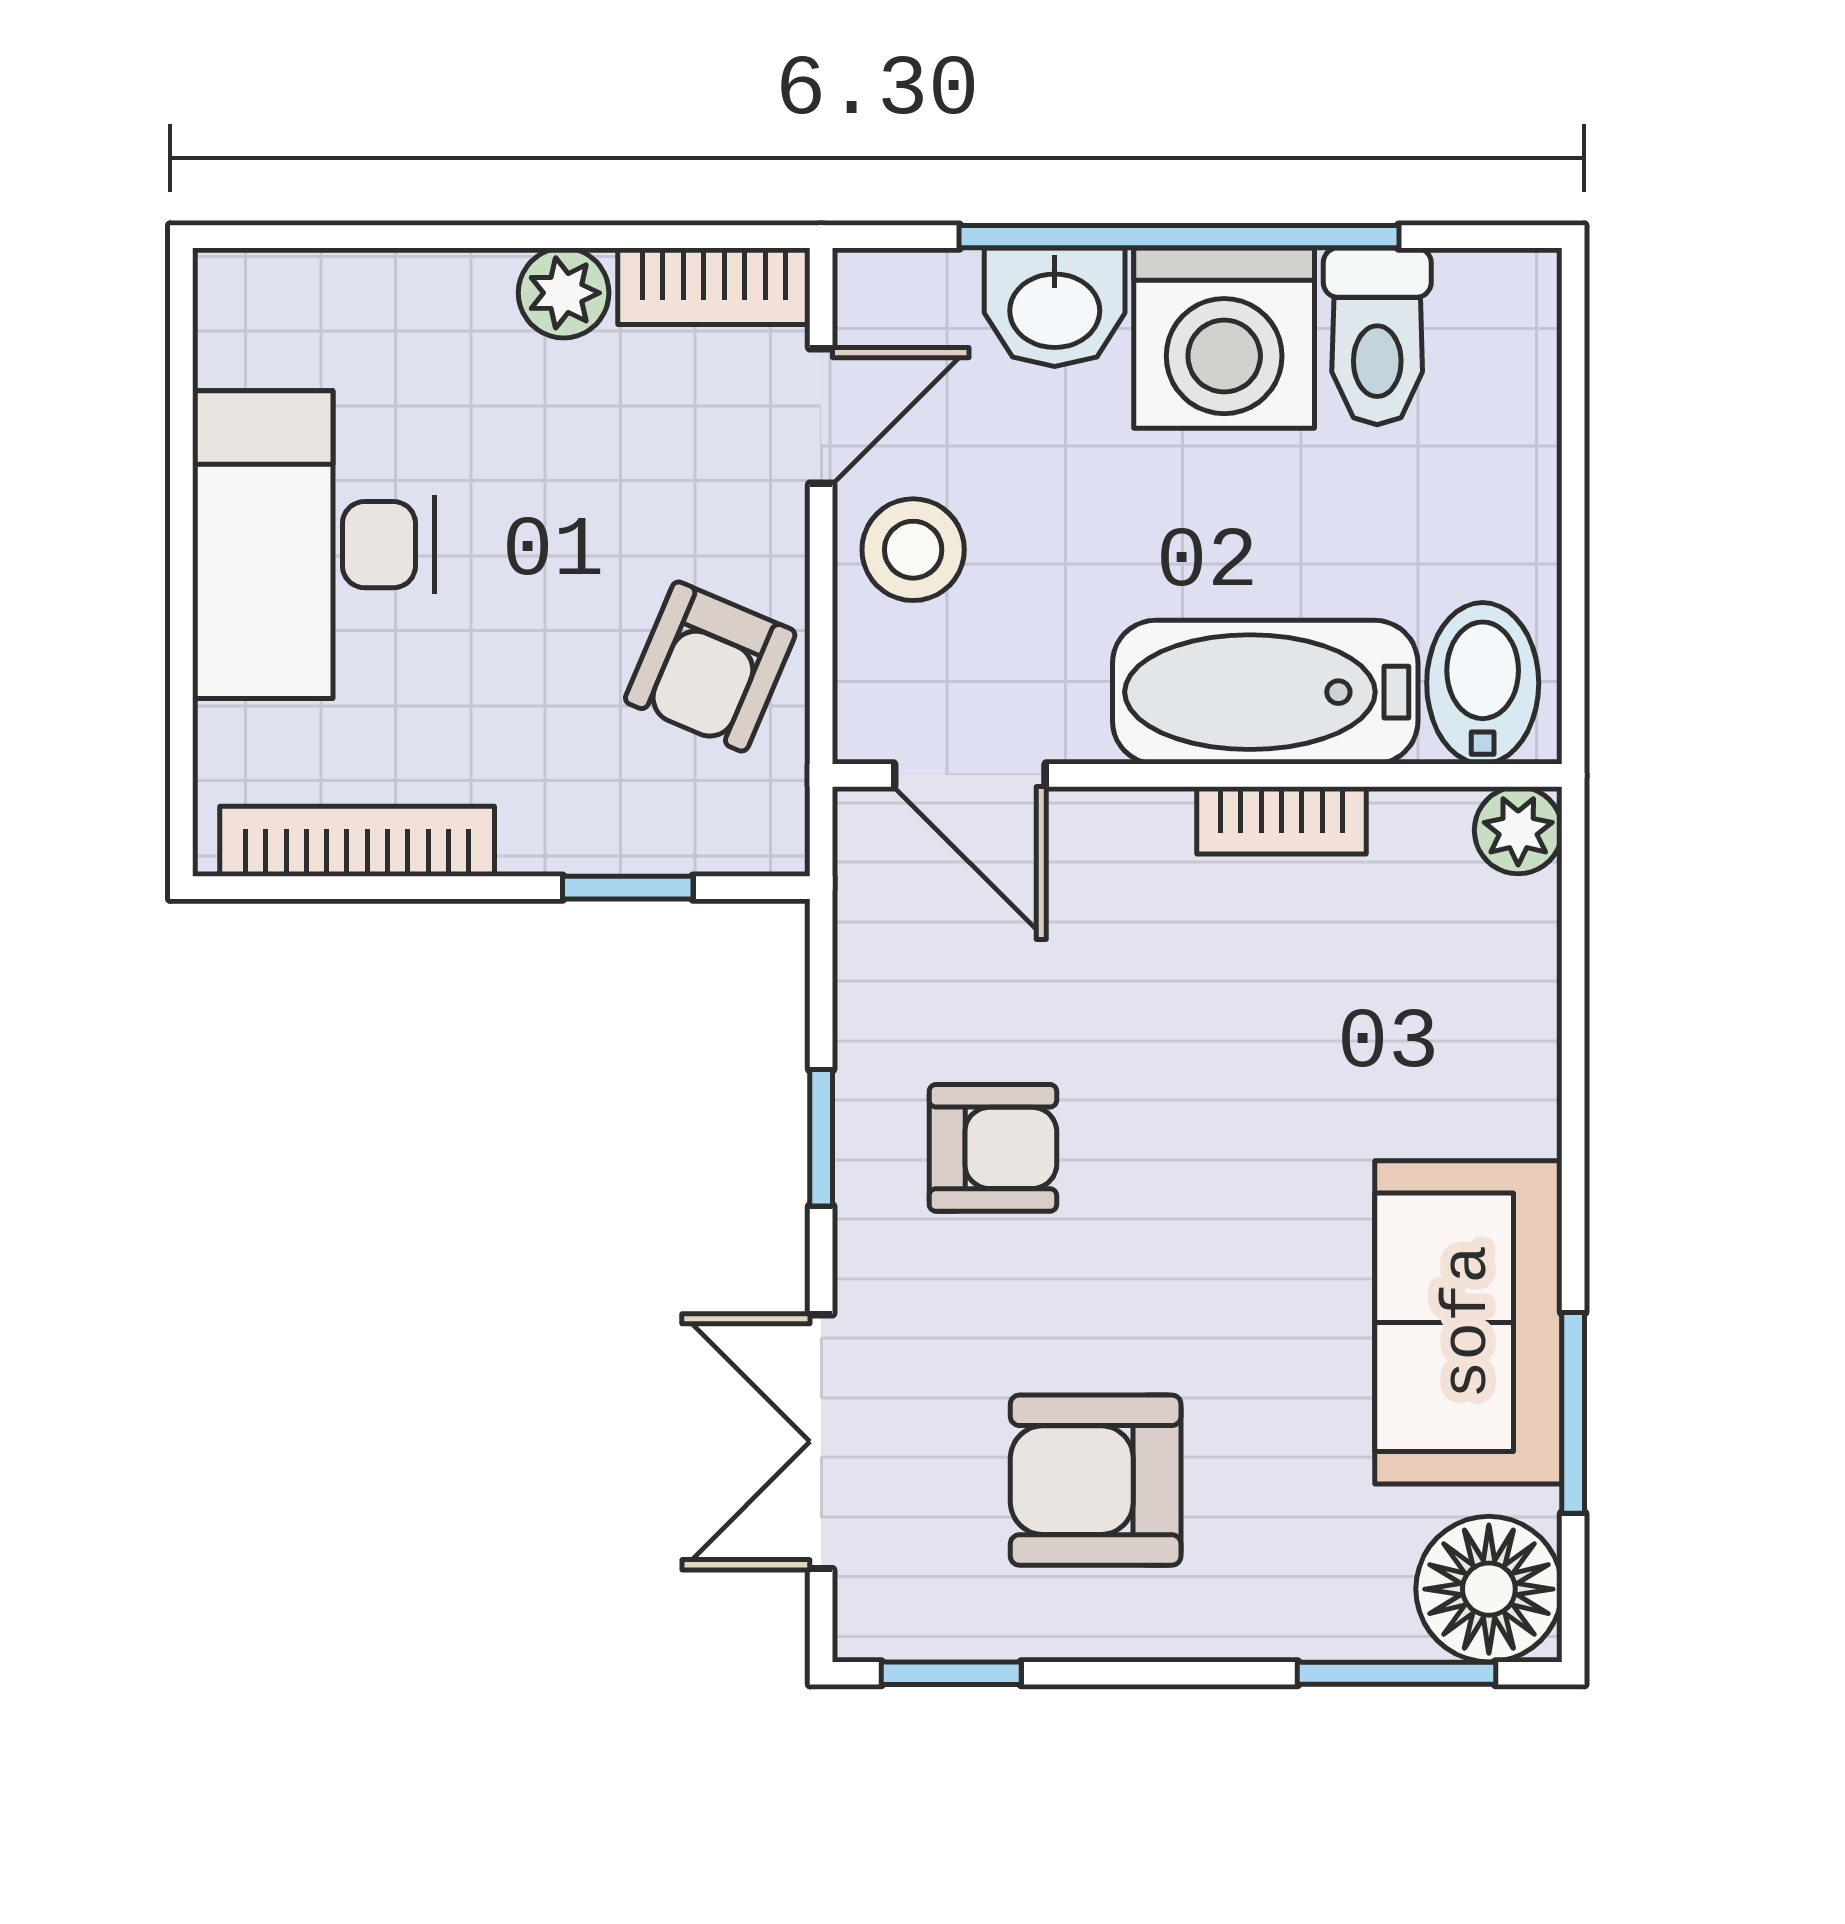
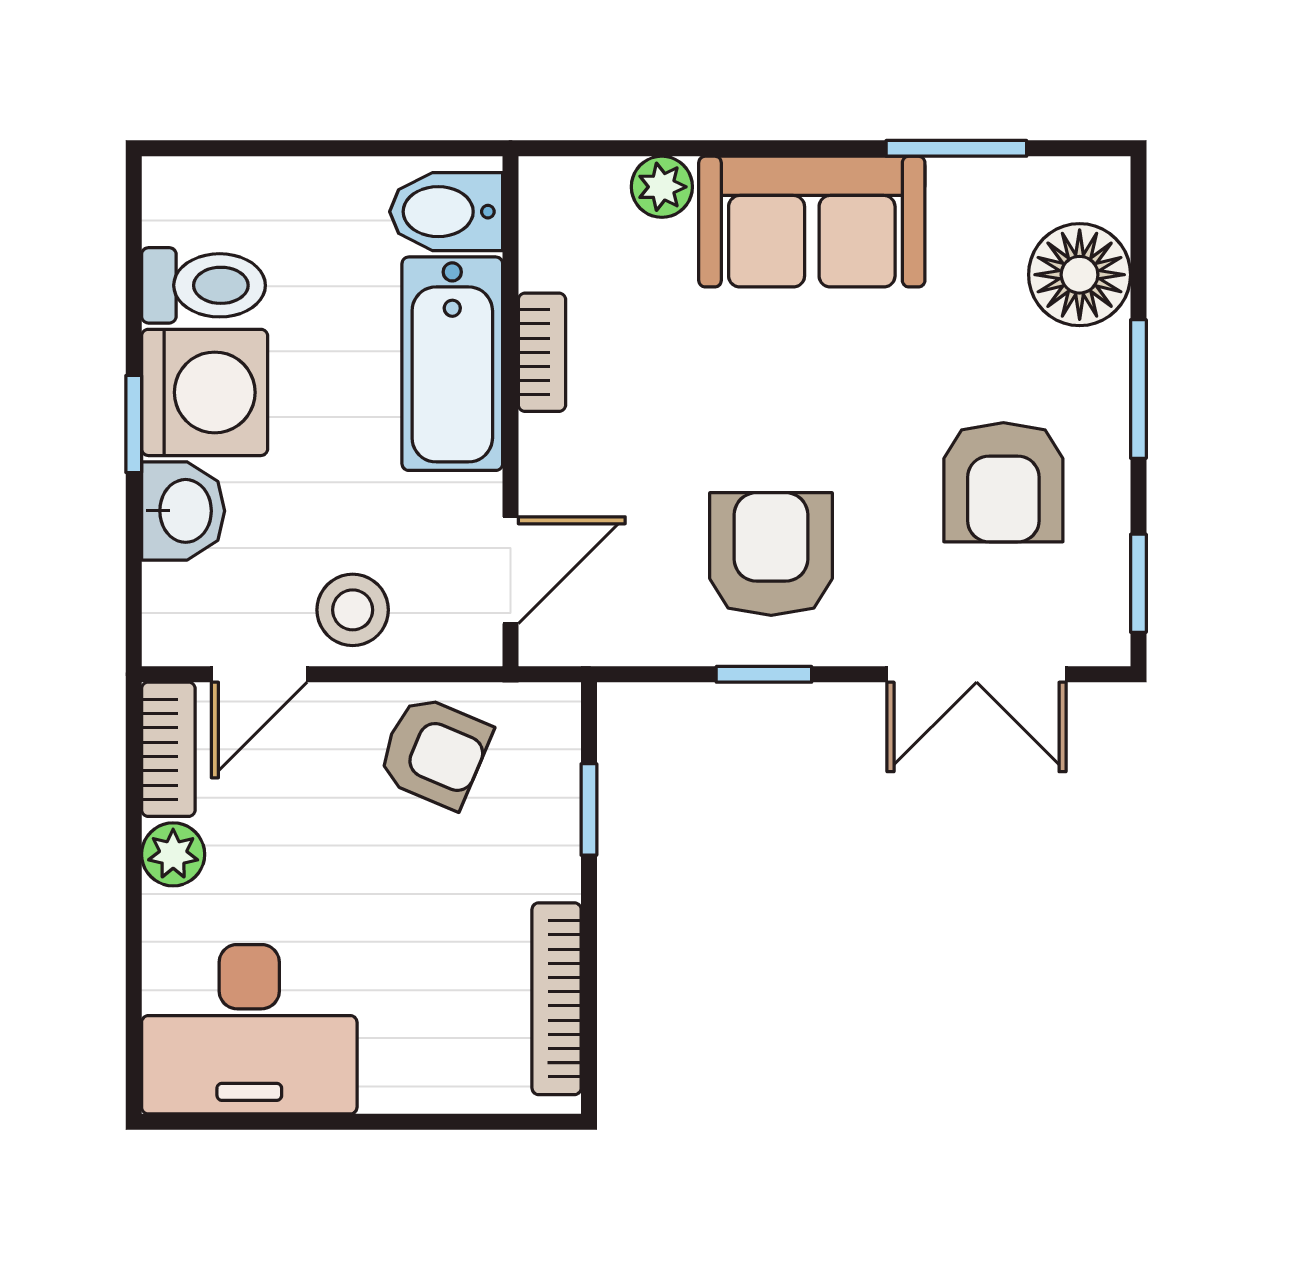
window: (1179, 237) -> (134, 424), width x0.32
door: (821, 416) -> (259, 674), swing flipped
desk: (314, 545) -> (249, 1029), moved
plant: (1518, 830) -> (662, 187), moved
armchair: (993, 1148) -> (771, 554), width x1.38, depth x1.38
sofa: (1468, 1322) -> (812, 222), moved
floor lamp: (1489, 1589) -> (1080, 275), moved
window: (1397, 1673) -> (1138, 389), moved

